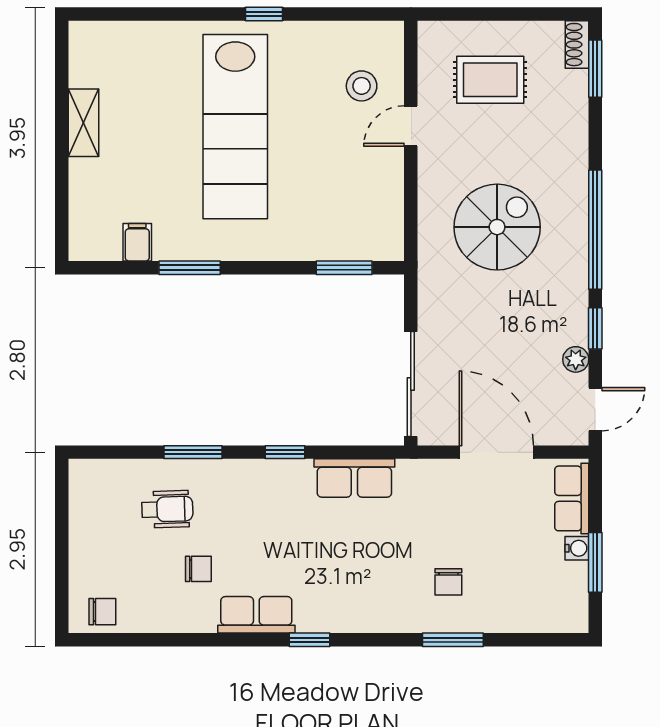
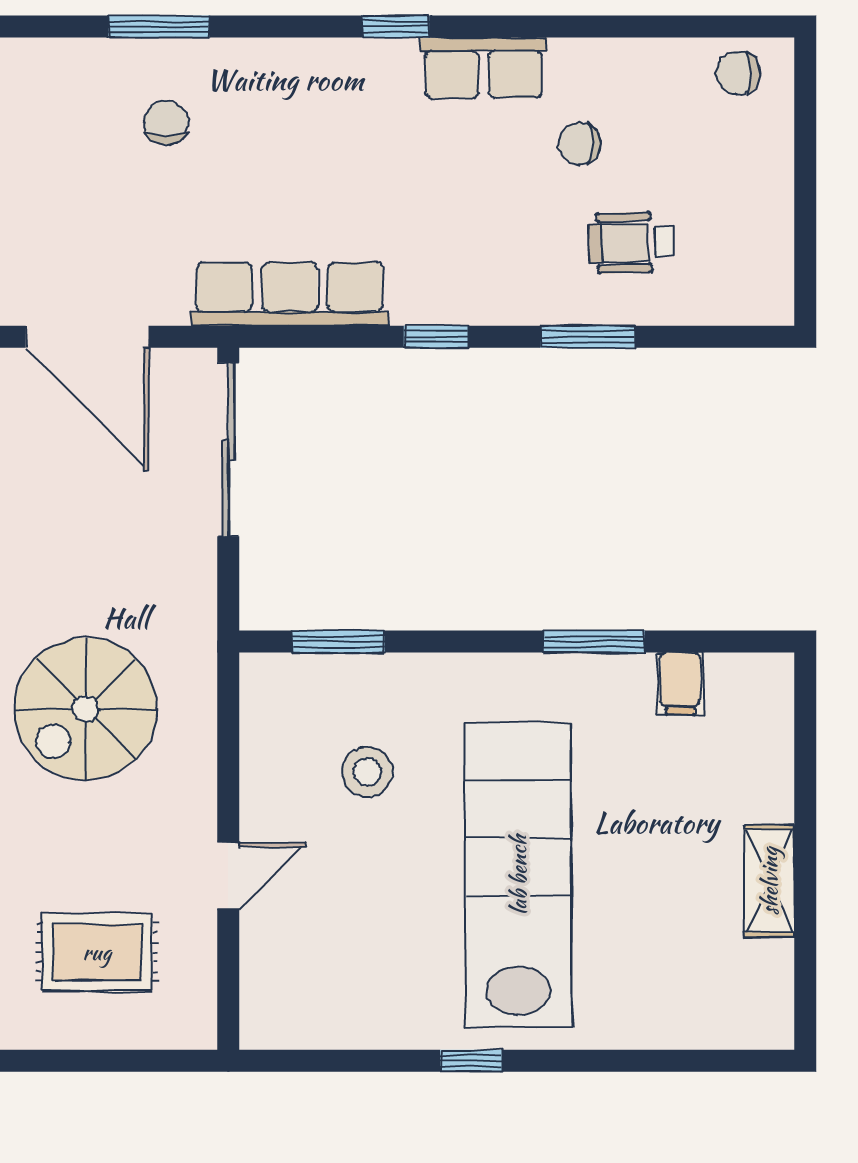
stool: (362, 86) -> (367, 772), moved
row of seats: (354, 478) -> (290, 294), width x1.48

